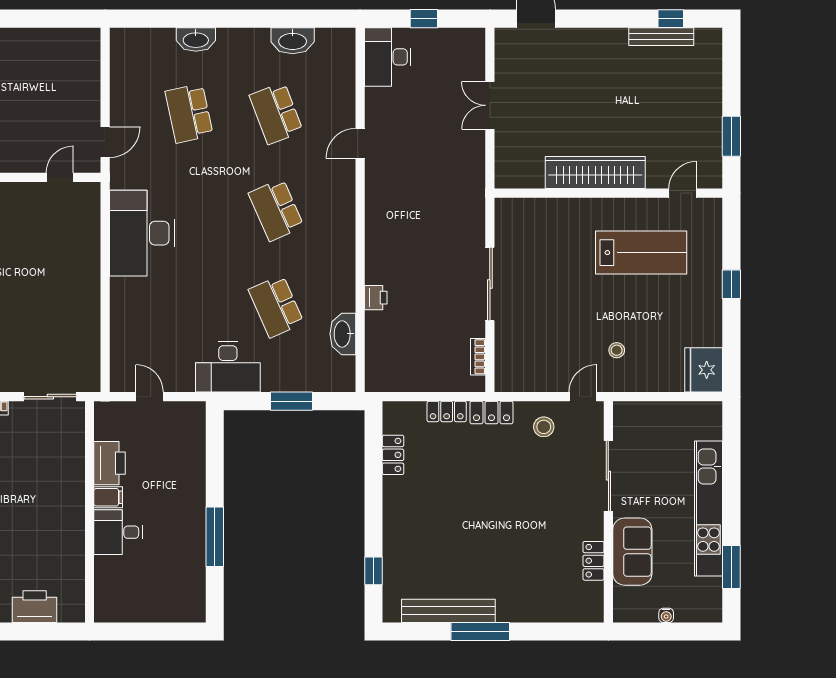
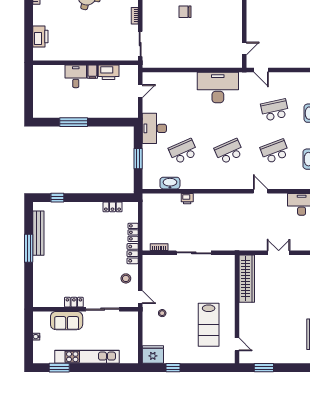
wardrobe: (595, 172) -> (247, 279), moved
door: (60, 177) -> (244, 48), hinge flipped
window: (731, 284) -> (173, 368), moved
locker: (594, 561) -> (74, 302), moved

